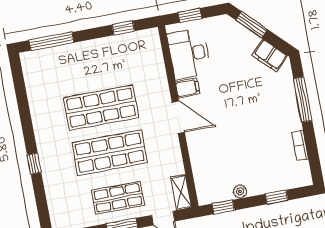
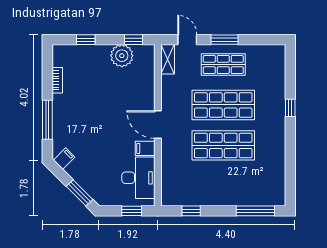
filing cabinet: (270, 56) -> (64, 159), width x0.50
plant: (240, 191) -> (122, 56), width x1.88, depth x1.88

